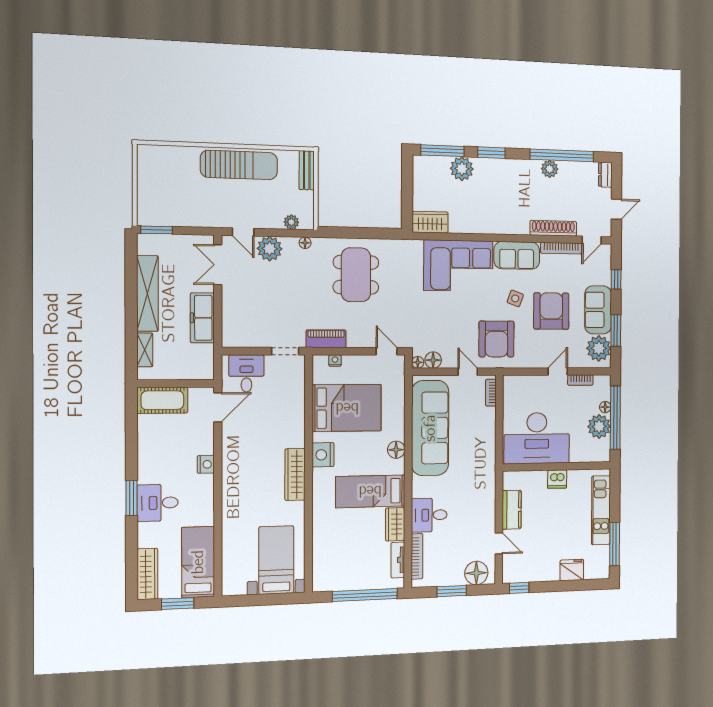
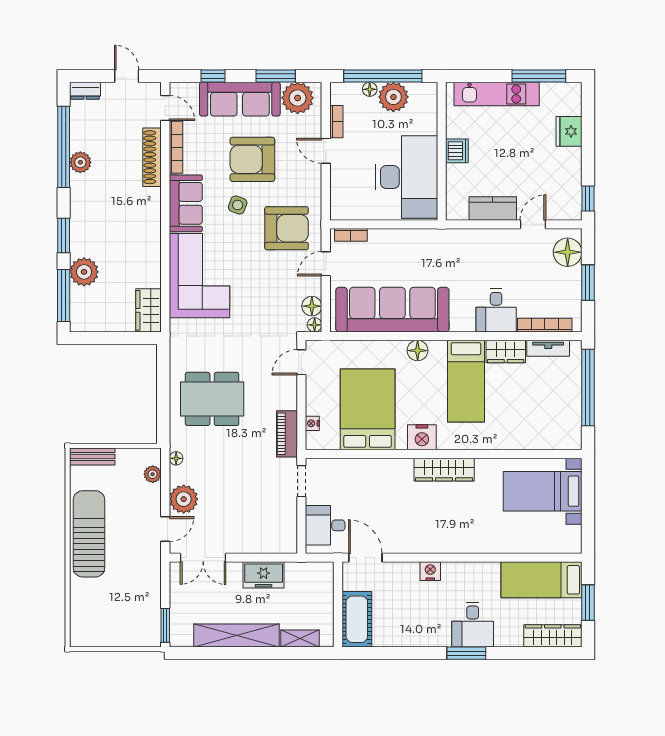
sofa: (598, 310) -> (240, 99), width x1.36
freezer: (202, 318) -> (264, 575), width x0.71

